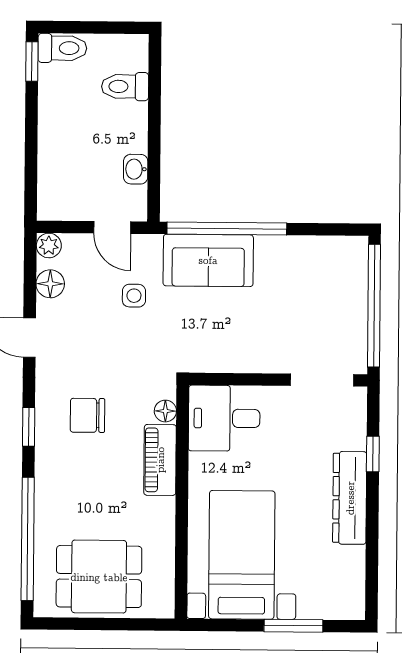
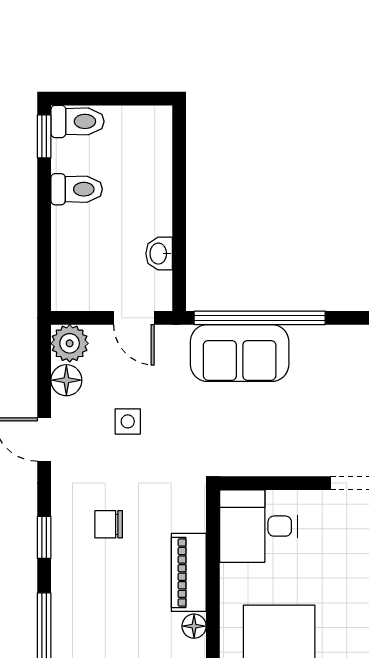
toilet: (125, 86) -> (77, 189), moved, turned 180
plant: (49, 245) -> (70, 343), width x1.38, depth x1.38
side table: (134, 296) -> (128, 421), moved
floor lamp: (165, 411) -> (194, 626), moved
chair: (88, 415) -> (109, 524), width x0.73, depth x0.73

